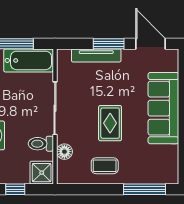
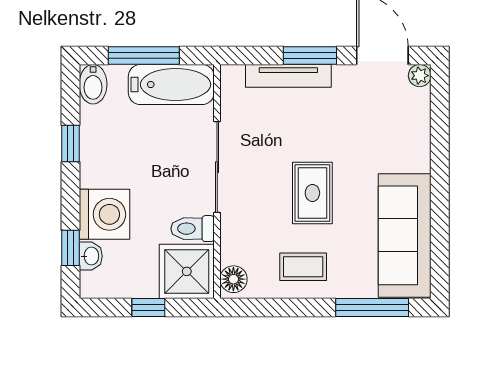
plant: (172, 55) -> (420, 76), added
sofa: (163, 108) -> (405, 235), moved
floor lamp: (64, 152) -> (233, 279), moved
shower: (42, 173) -> (187, 271), width x1.36, depth x1.36

